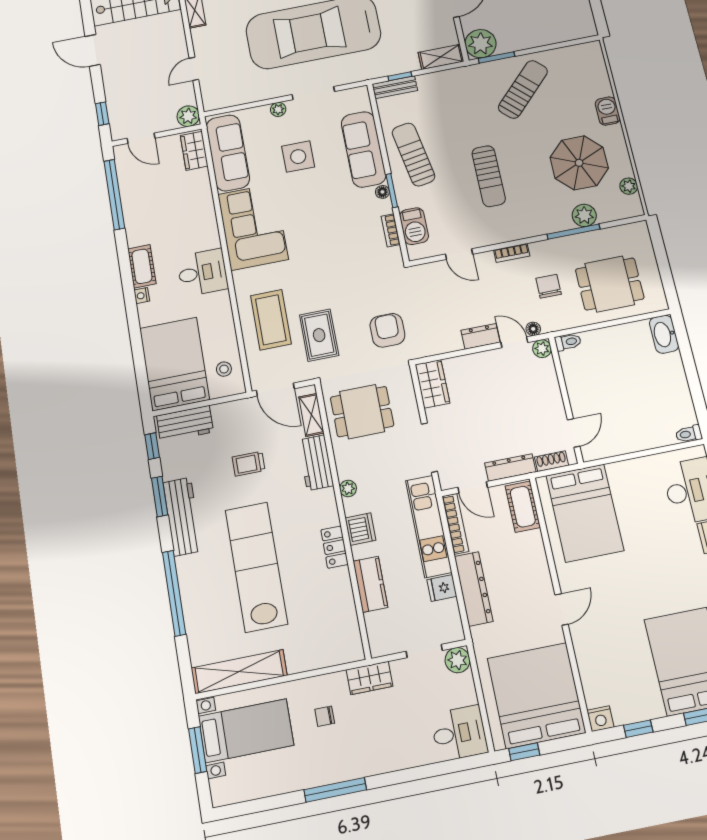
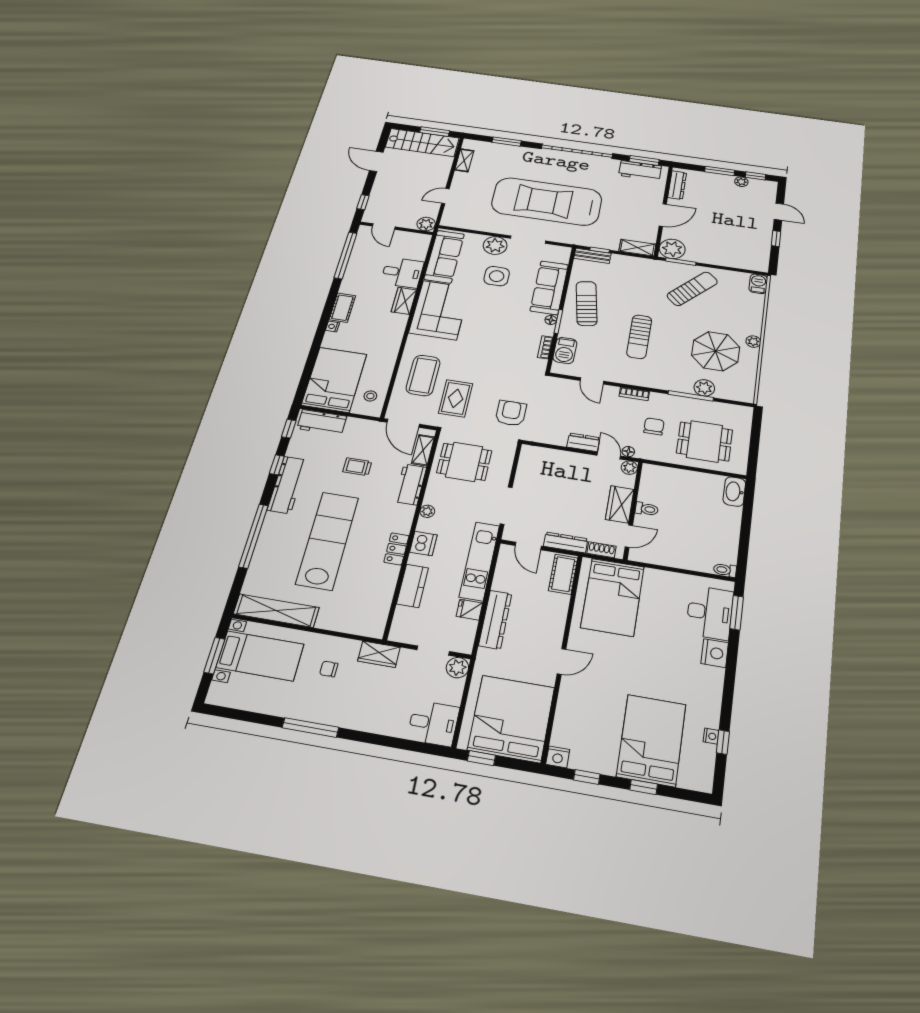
plant: (278, 109) -> (495, 245), width x1.88, depth x1.88
barbecue: (608, 111) -> (758, 284), moved
wardrobe: (194, 151) -> (404, 301), moved
plant: (629, 186) -> (753, 342), moved
desk: (202, 273) -> (402, 272), moved
toilet: (568, 342) -> (647, 509), moved
wardrobe: (432, 384) -> (620, 504), moved, turned 180
window: (160, 496) -> (277, 465), width x0.67
bookcase: (455, 524) -> (502, 567), removed

